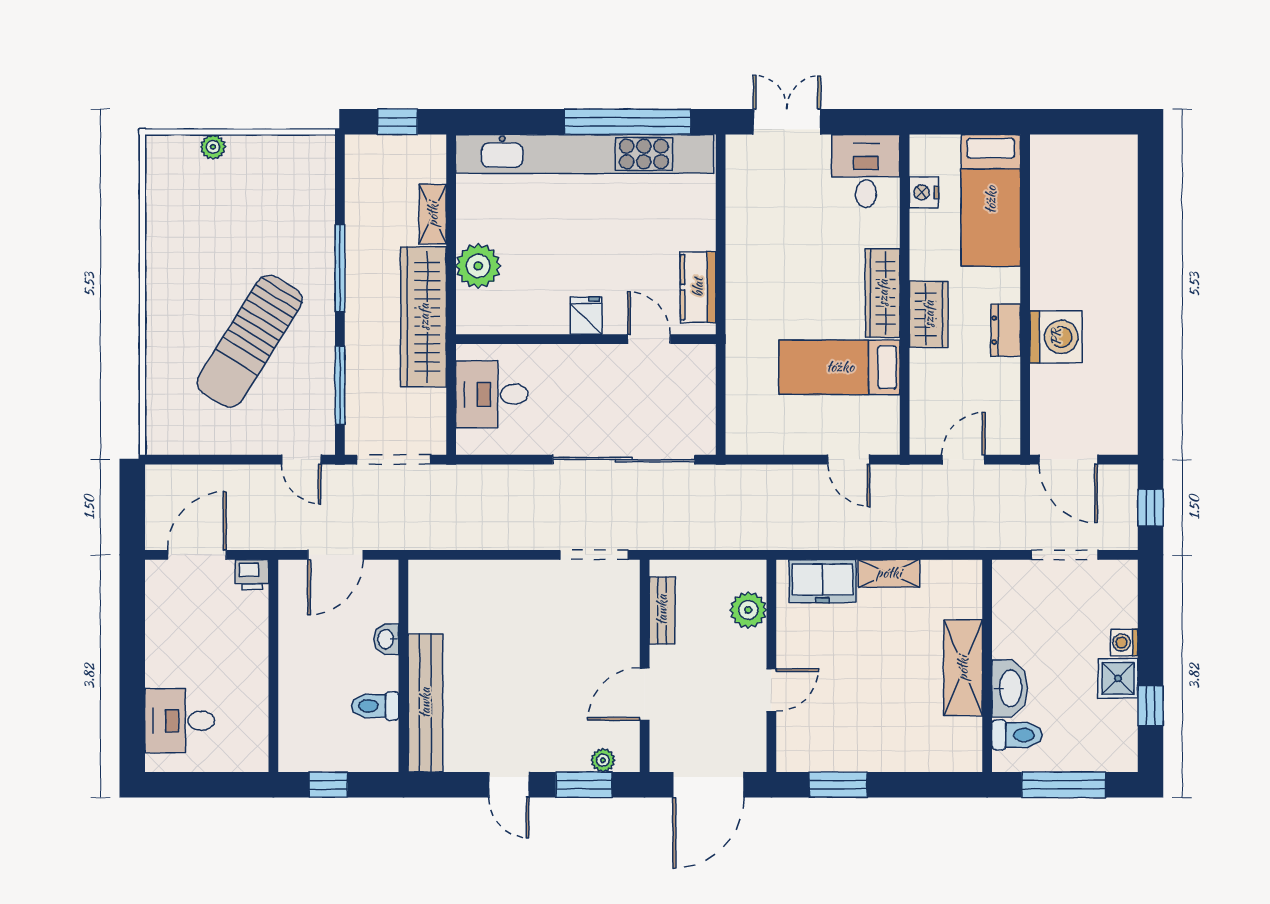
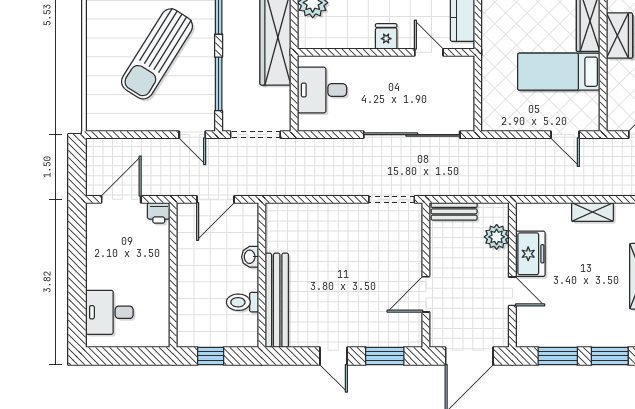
freezer: (823, 581) -> (530, 254), moved, turned -90
bench: (662, 610) -> (454, 211), moved, turned 90
door: (771, 690) -> (512, 291), hinge flipped
plant: (603, 760) -> (398, 339), removed
window: (914, 785) -> (610, 356), added

